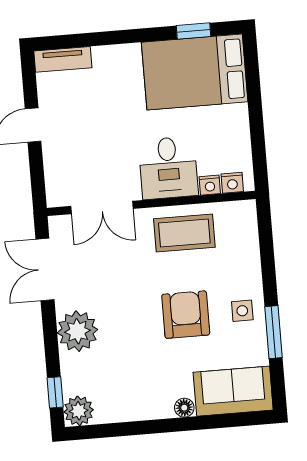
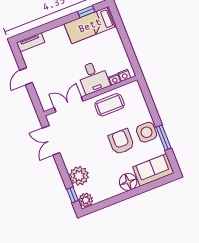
bed: (195, 72) -> (90, 25), width x0.67
double door: (102, 207) -> (69, 104), swing flipped
side table: (242, 311) -> (147, 132), width x1.87, depth x1.87
plant: (77, 331) -> (79, 176), moved
floor lamp: (184, 408) -> (128, 182), width x1.89, depth x1.89

